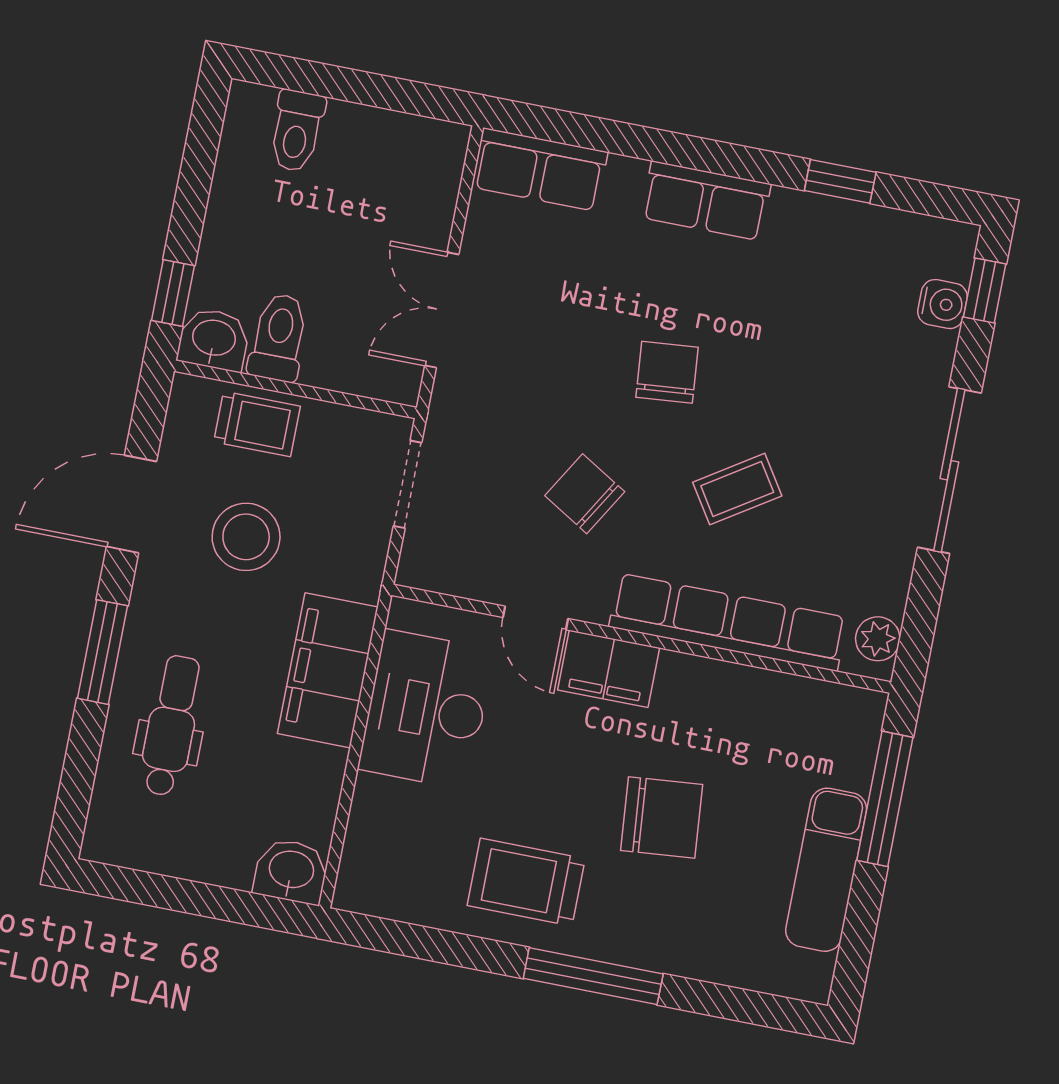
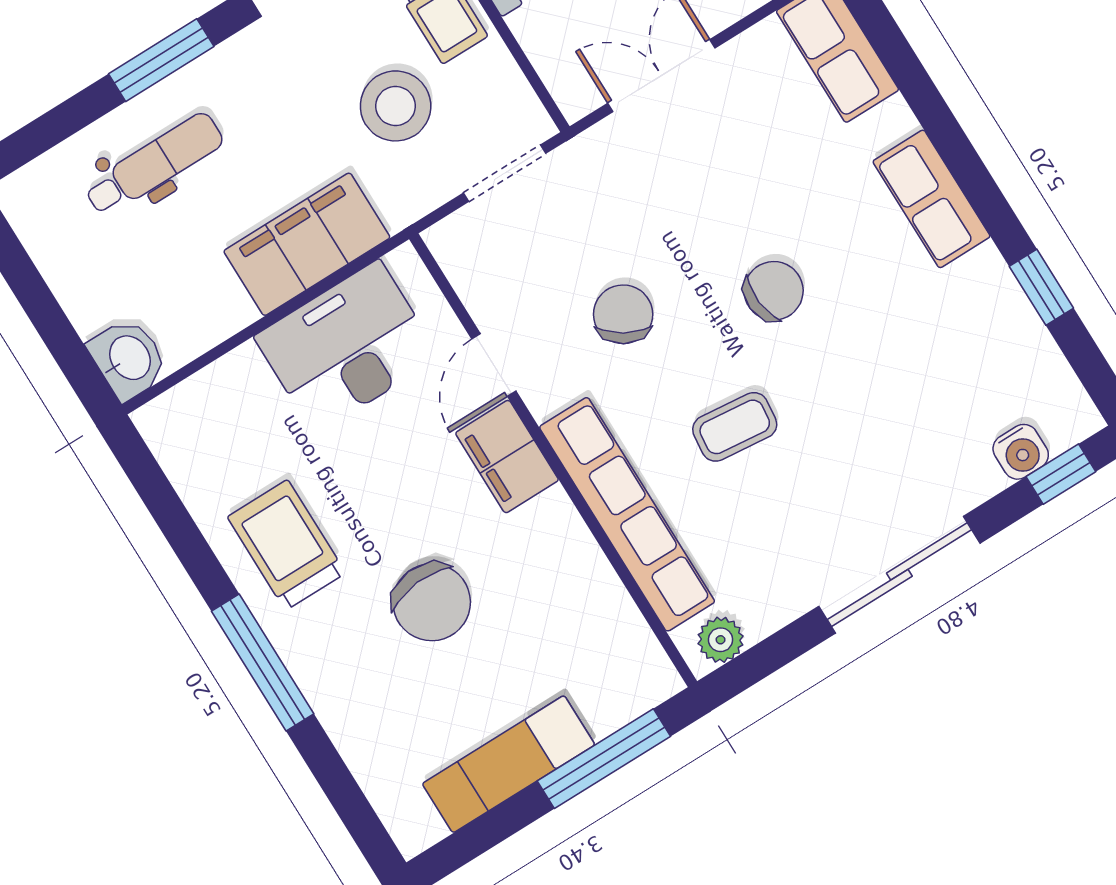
coffee table: (737, 489) -> (735, 427), turned -51
stool: (246, 537) -> (396, 106), moved

